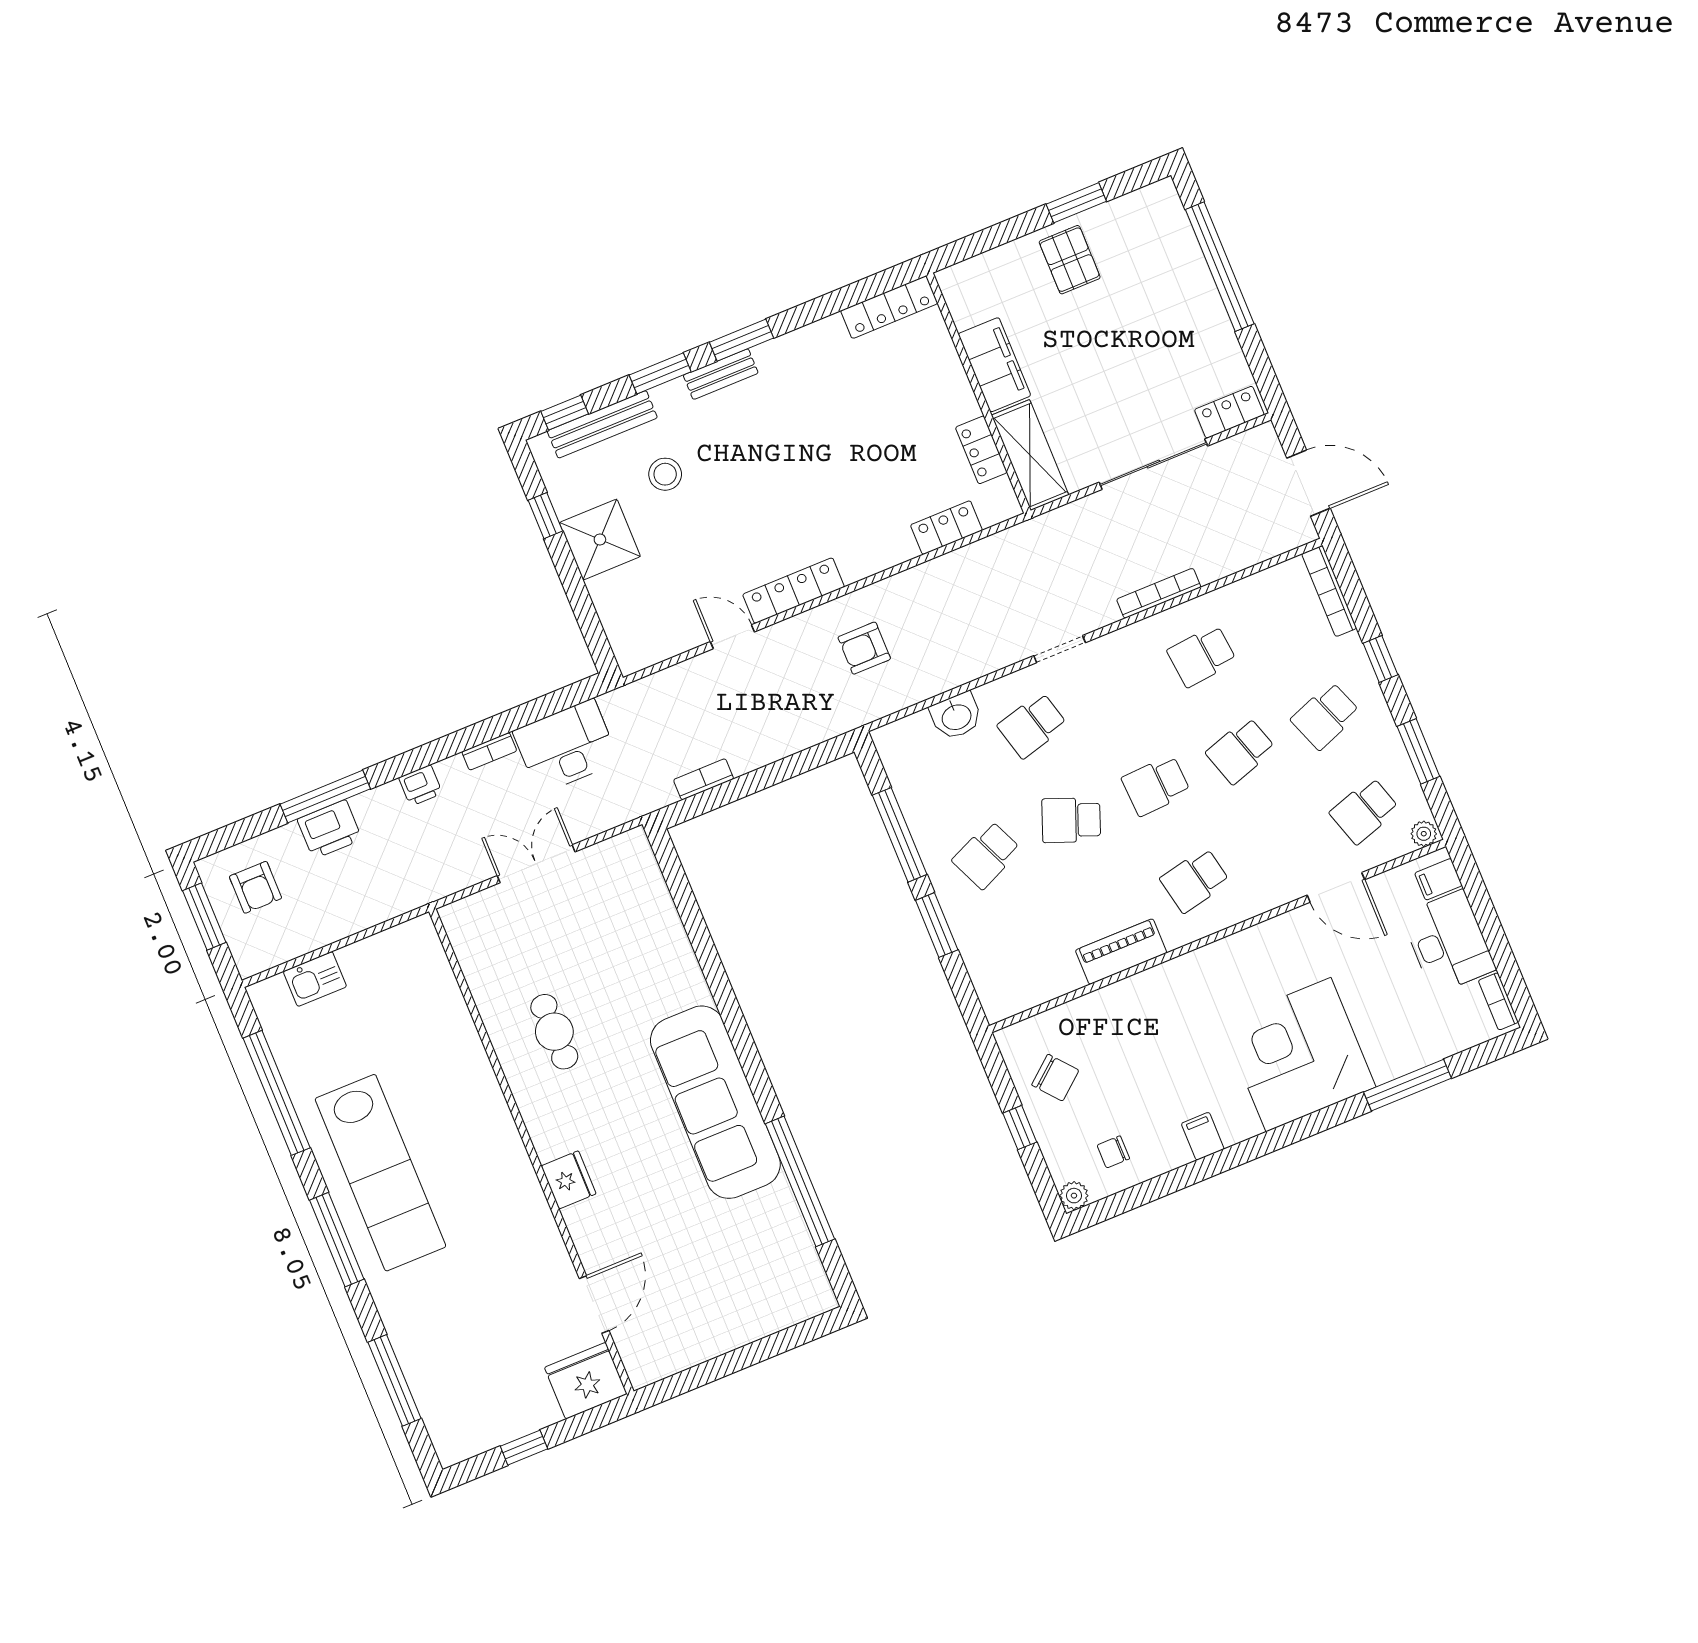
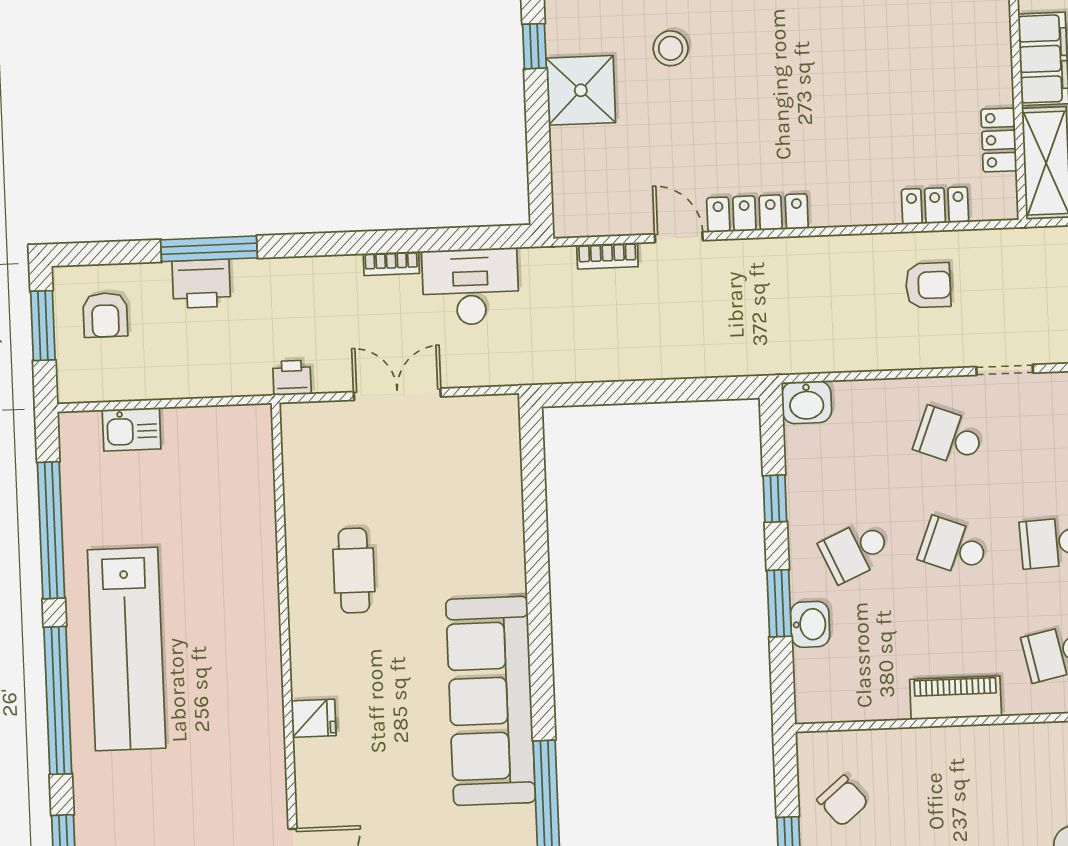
armchair: (864, 648) -> (928, 285), moved, turned 180
washbasin: (956, 716) -> (807, 402), moved
school desk: (1032, 725) -> (949, 437), turned 36
bookcase: (704, 779) -> (607, 256), moved, turned 180
printer: (421, 786) -> (292, 378), moved, turned 180
window: (900, 835) -> (775, 499), width x0.46
washbasin: (970, 934) -> (810, 624), added
fridge: (569, 1180) -> (314, 718), width x0.72
window: (337, 1240) -> (58, 700), width x1.46

